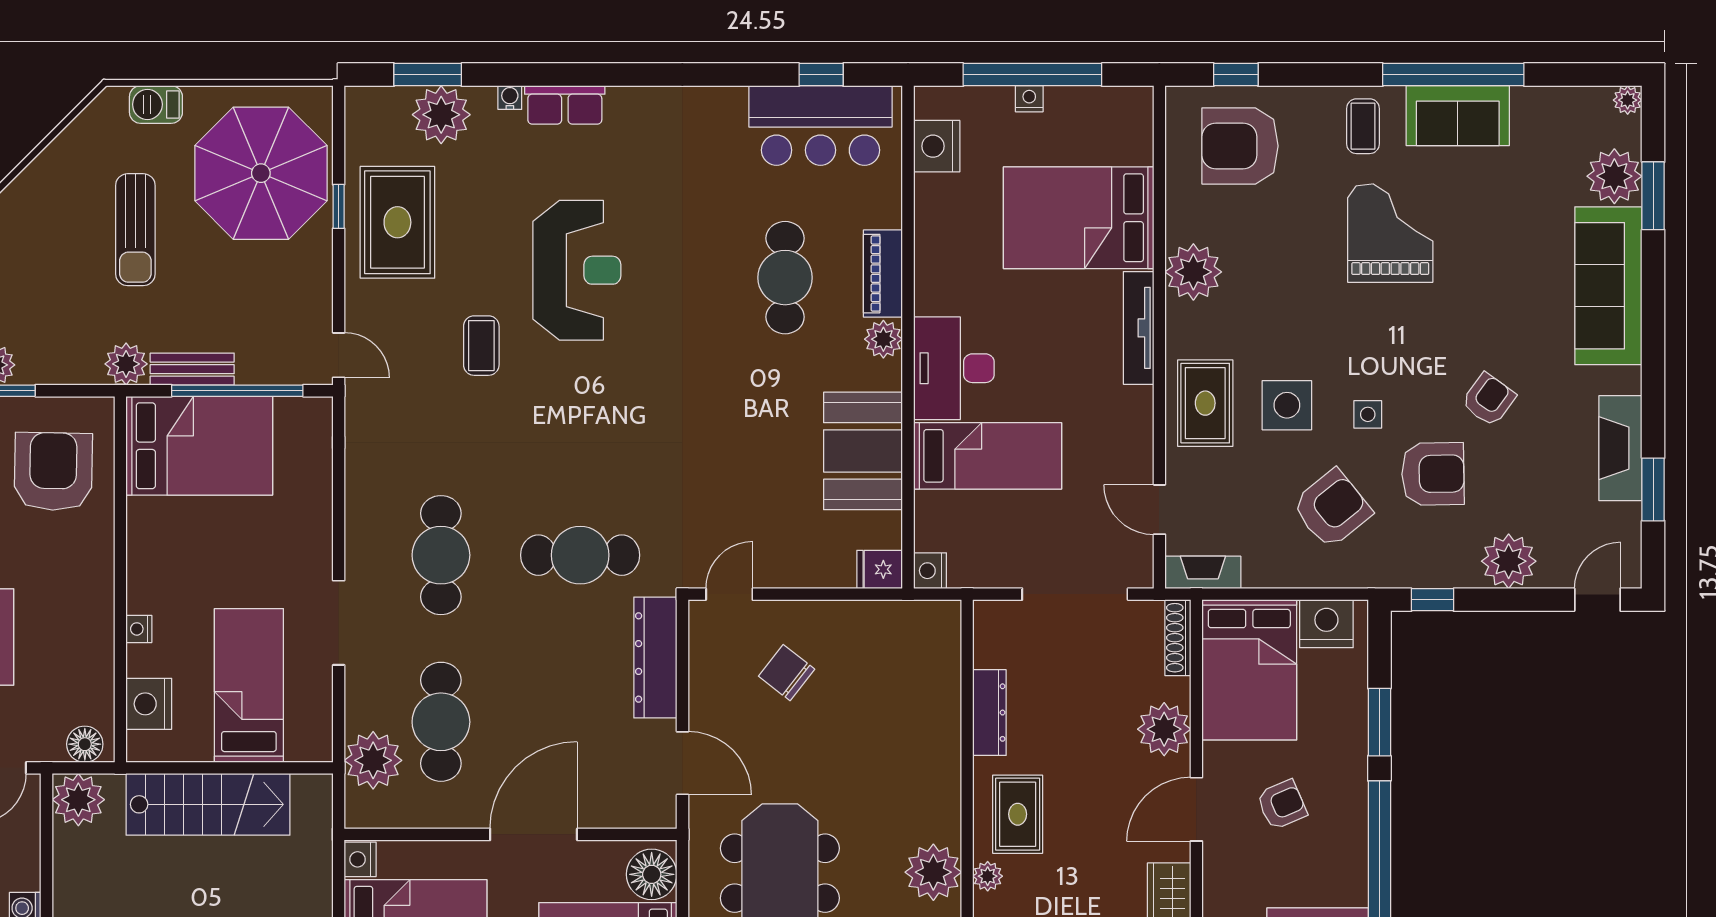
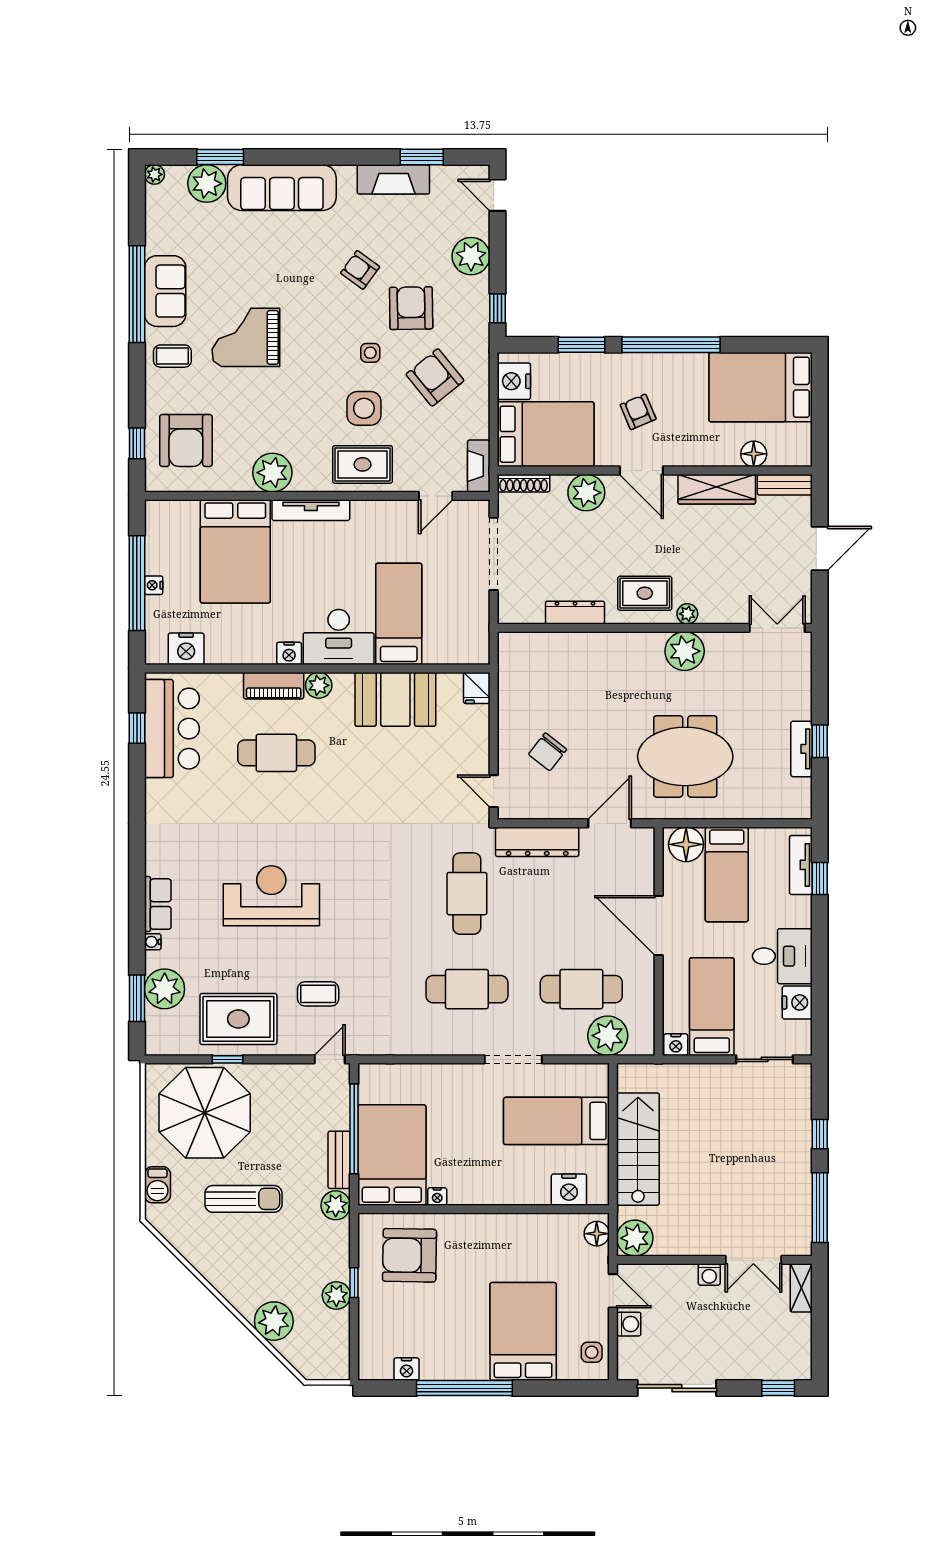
coffee table: (481, 346) -> (318, 994), moved
nightstand: (930, 571) -> (289, 653), moved
nightstand: (139, 629) -> (437, 1196), moved

